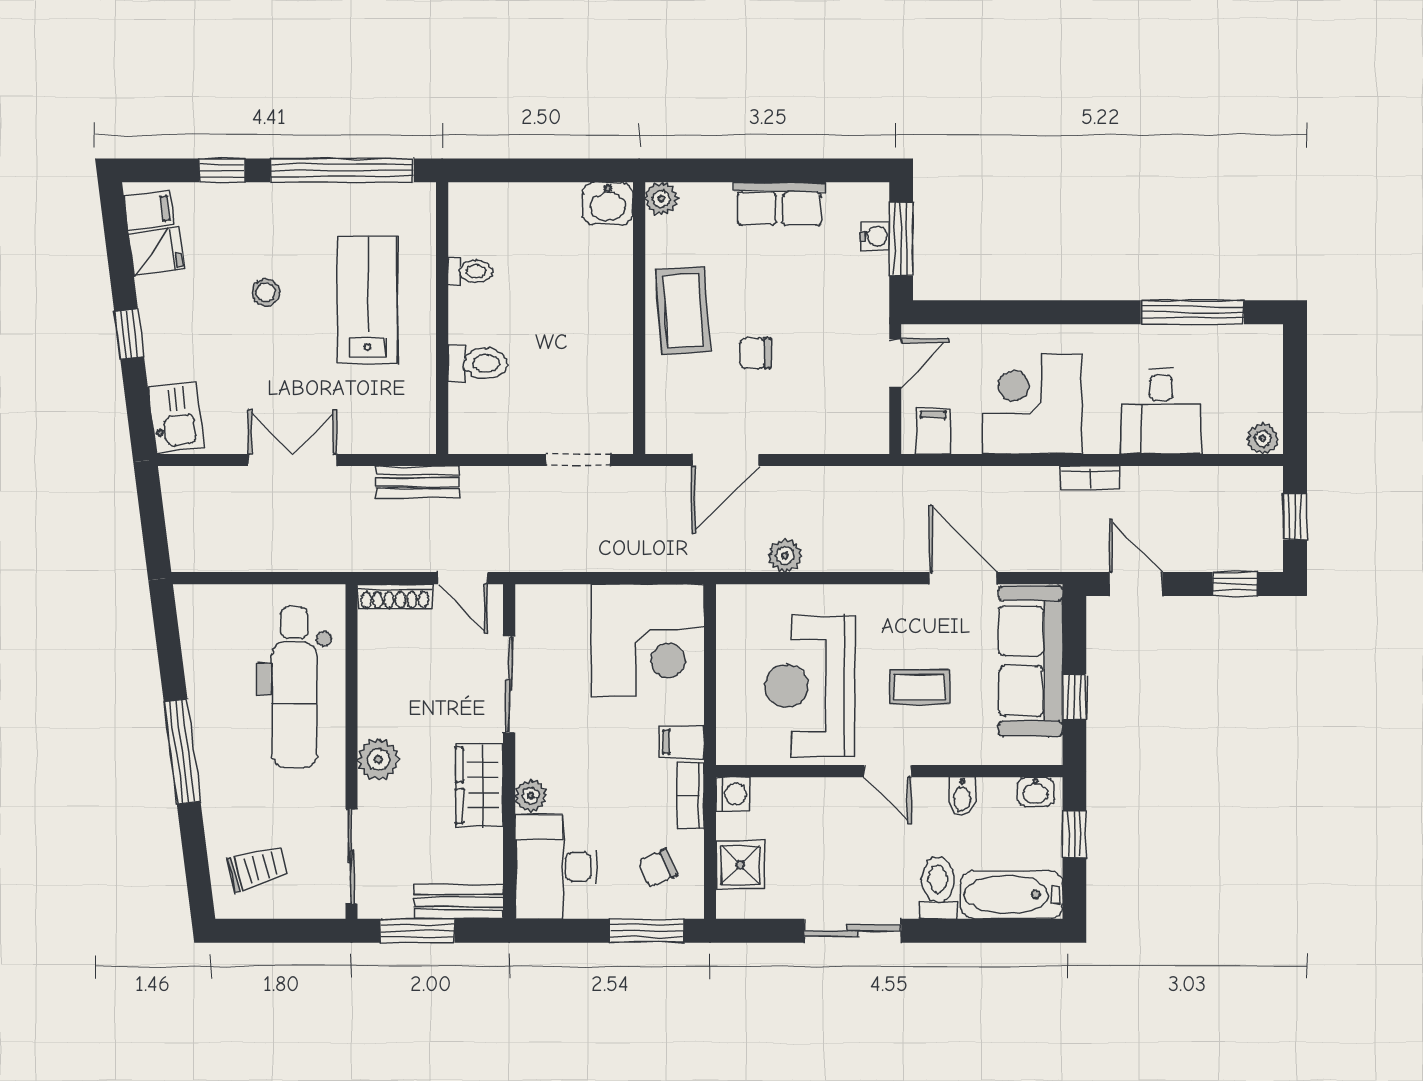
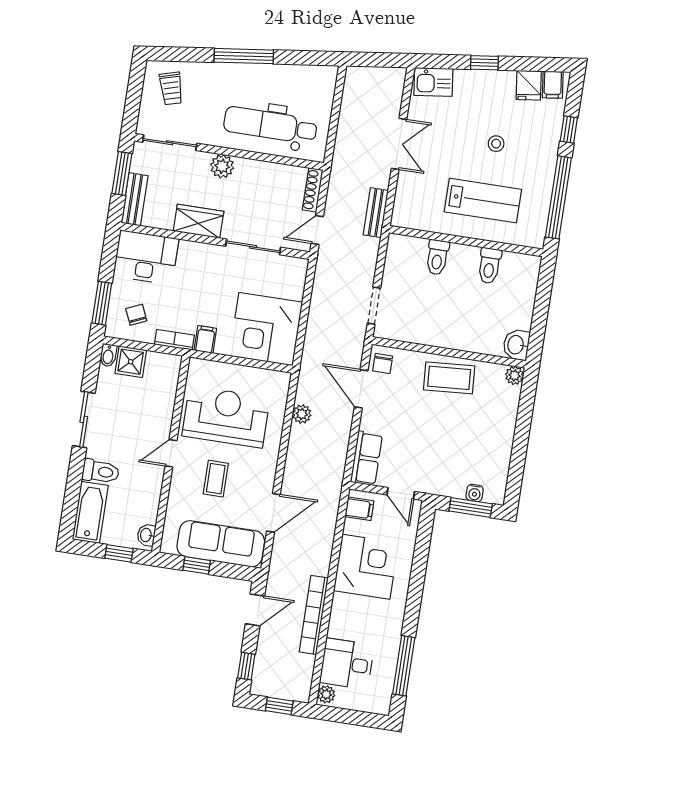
row of seats: (779, 204) -> (366, 458), moved, turned 180
toilet: (470, 271) -> (489, 266), width x1.37, depth x1.39
chair: (755, 353) -> (383, 364), moved, turned 180
desk: (1161, 411) -> (347, 664), moved
bookcase: (1090, 478) -> (314, 615), width x2.31, depth x1.31
washing machine: (733, 794) -> (172, 364), removed
plant: (531, 796) -> (188, 249), removed
bidet: (962, 796) -> (108, 355), moved, turned -90

